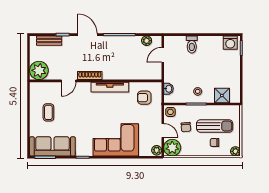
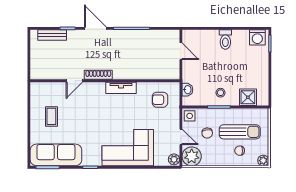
plant: (147, 41) -> (163, 35), removed
toilet: (192, 44) -> (225, 40), moved
door: (163, 55) -> (181, 51), swing flipped
plant: (39, 70) -> (41, 69), removed
tv unit: (110, 87) -> (121, 88), width x0.71

